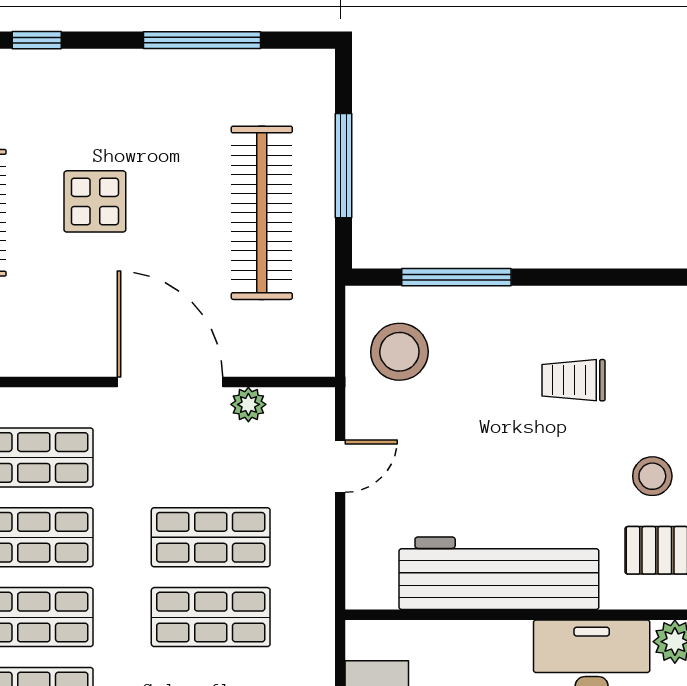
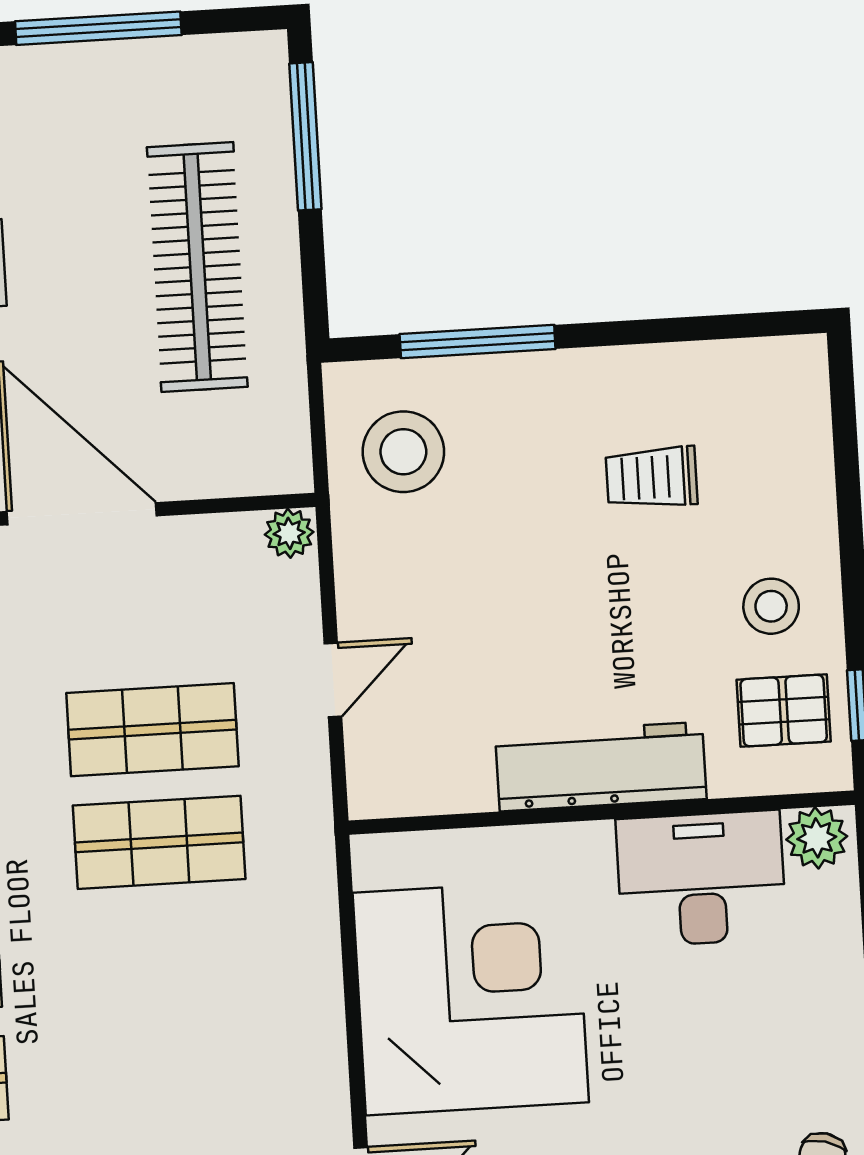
window: (344, 166) -> (305, 136), moved
plant: (248, 404) -> (289, 533), moved
door: (340, 466) -> (333, 680), moved
workbench: (499, 573) -> (601, 767), width x0.73, depth x0.76

